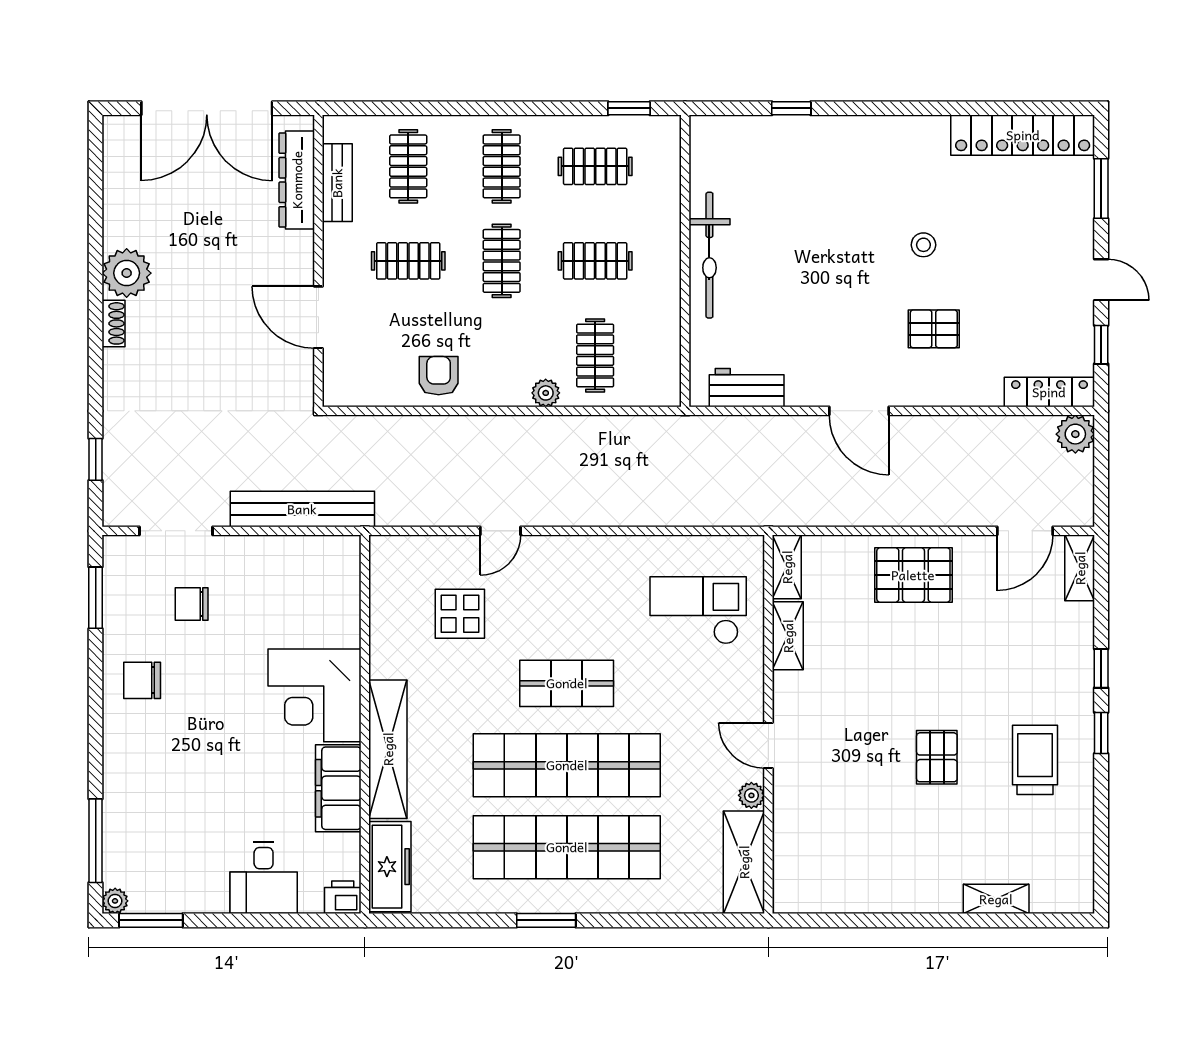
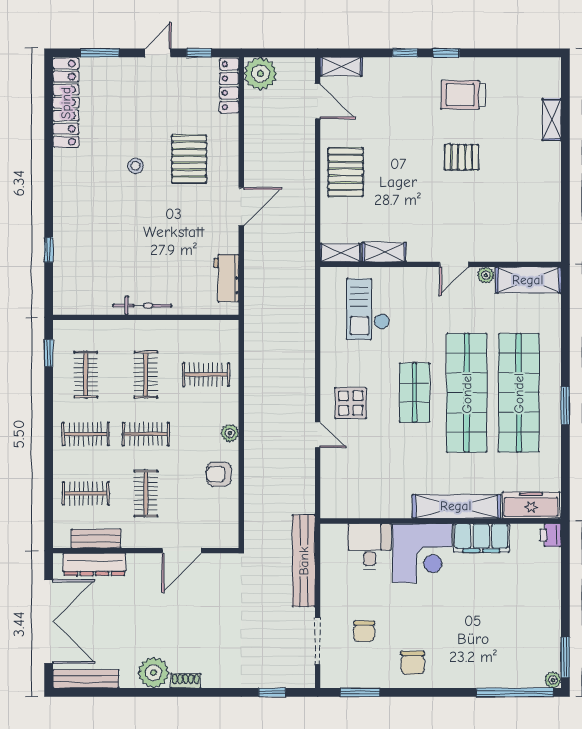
bench: (117, 167) -> (86, 679), added
bicycle: (709, 255) -> (142, 306), width x0.73, depth x0.71
pallet: (934, 329) -> (189, 159), width x1.50, depth x1.42
plant: (546, 393) -> (230, 433), moved
plant: (1075, 434) -> (260, 74), width x1.36, depth x1.36
display table: (460, 614) -> (351, 403), moved
window: (96, 841) -> (515, 692), width x1.46
desk: (264, 878) -> (370, 546), moved, turned -90

